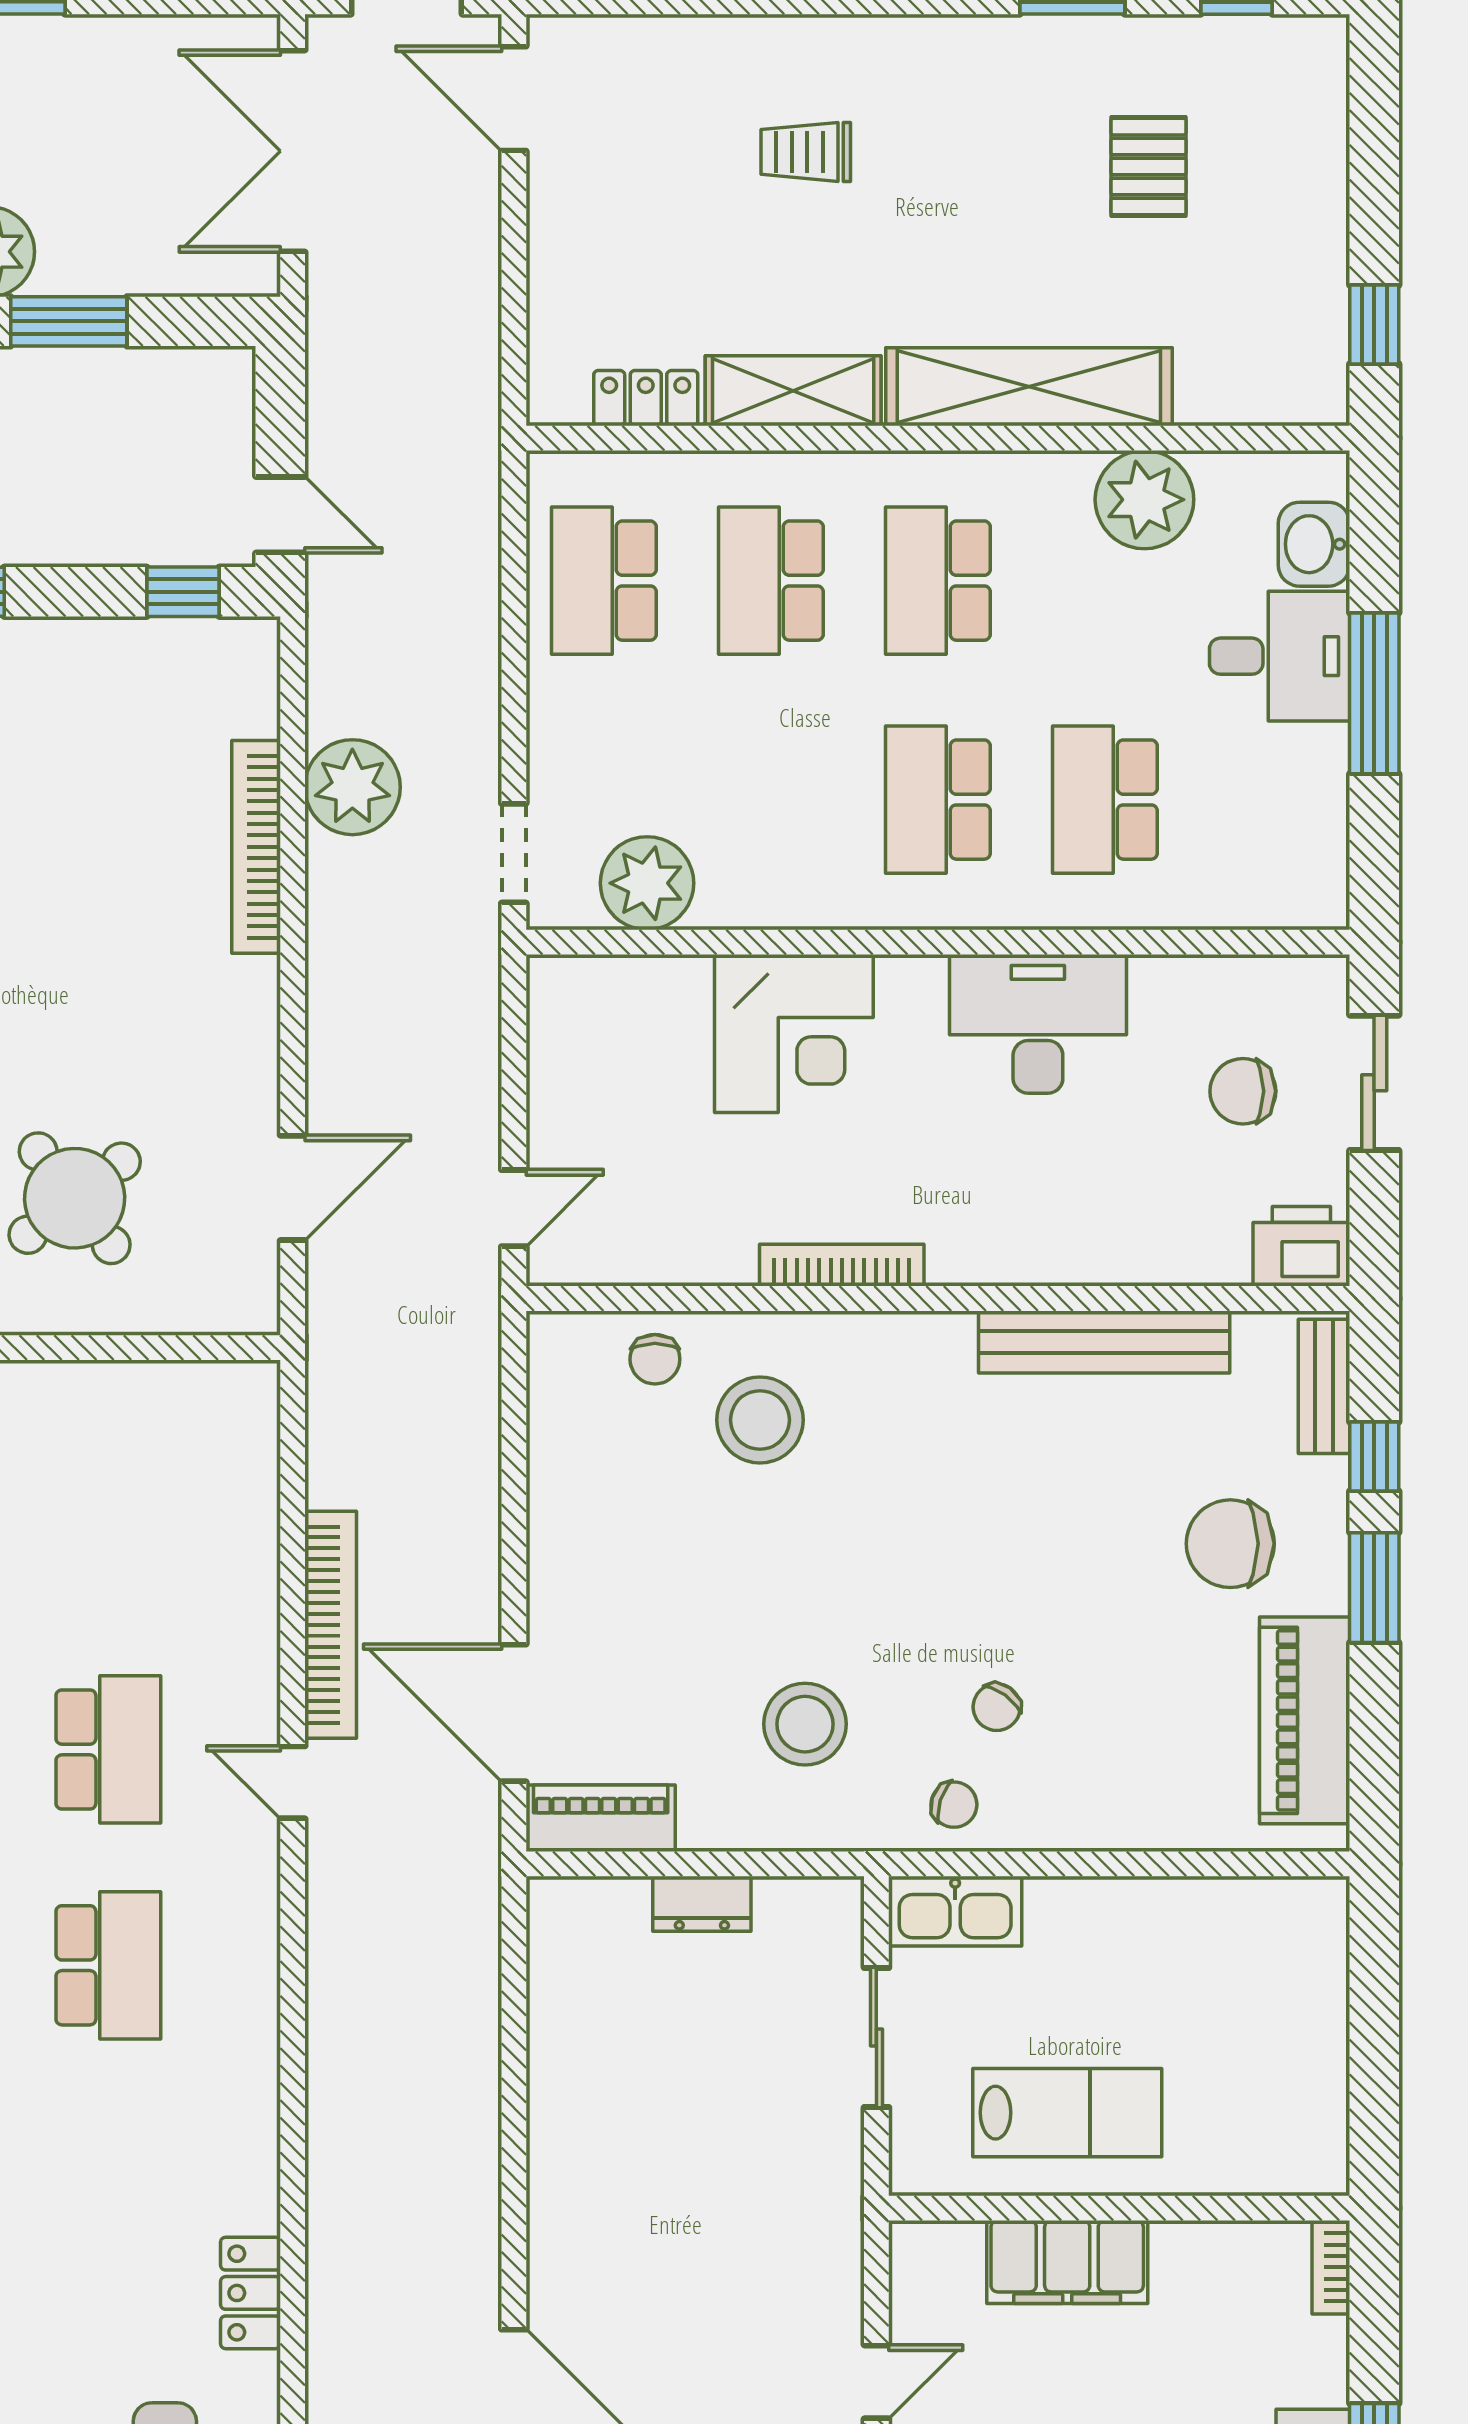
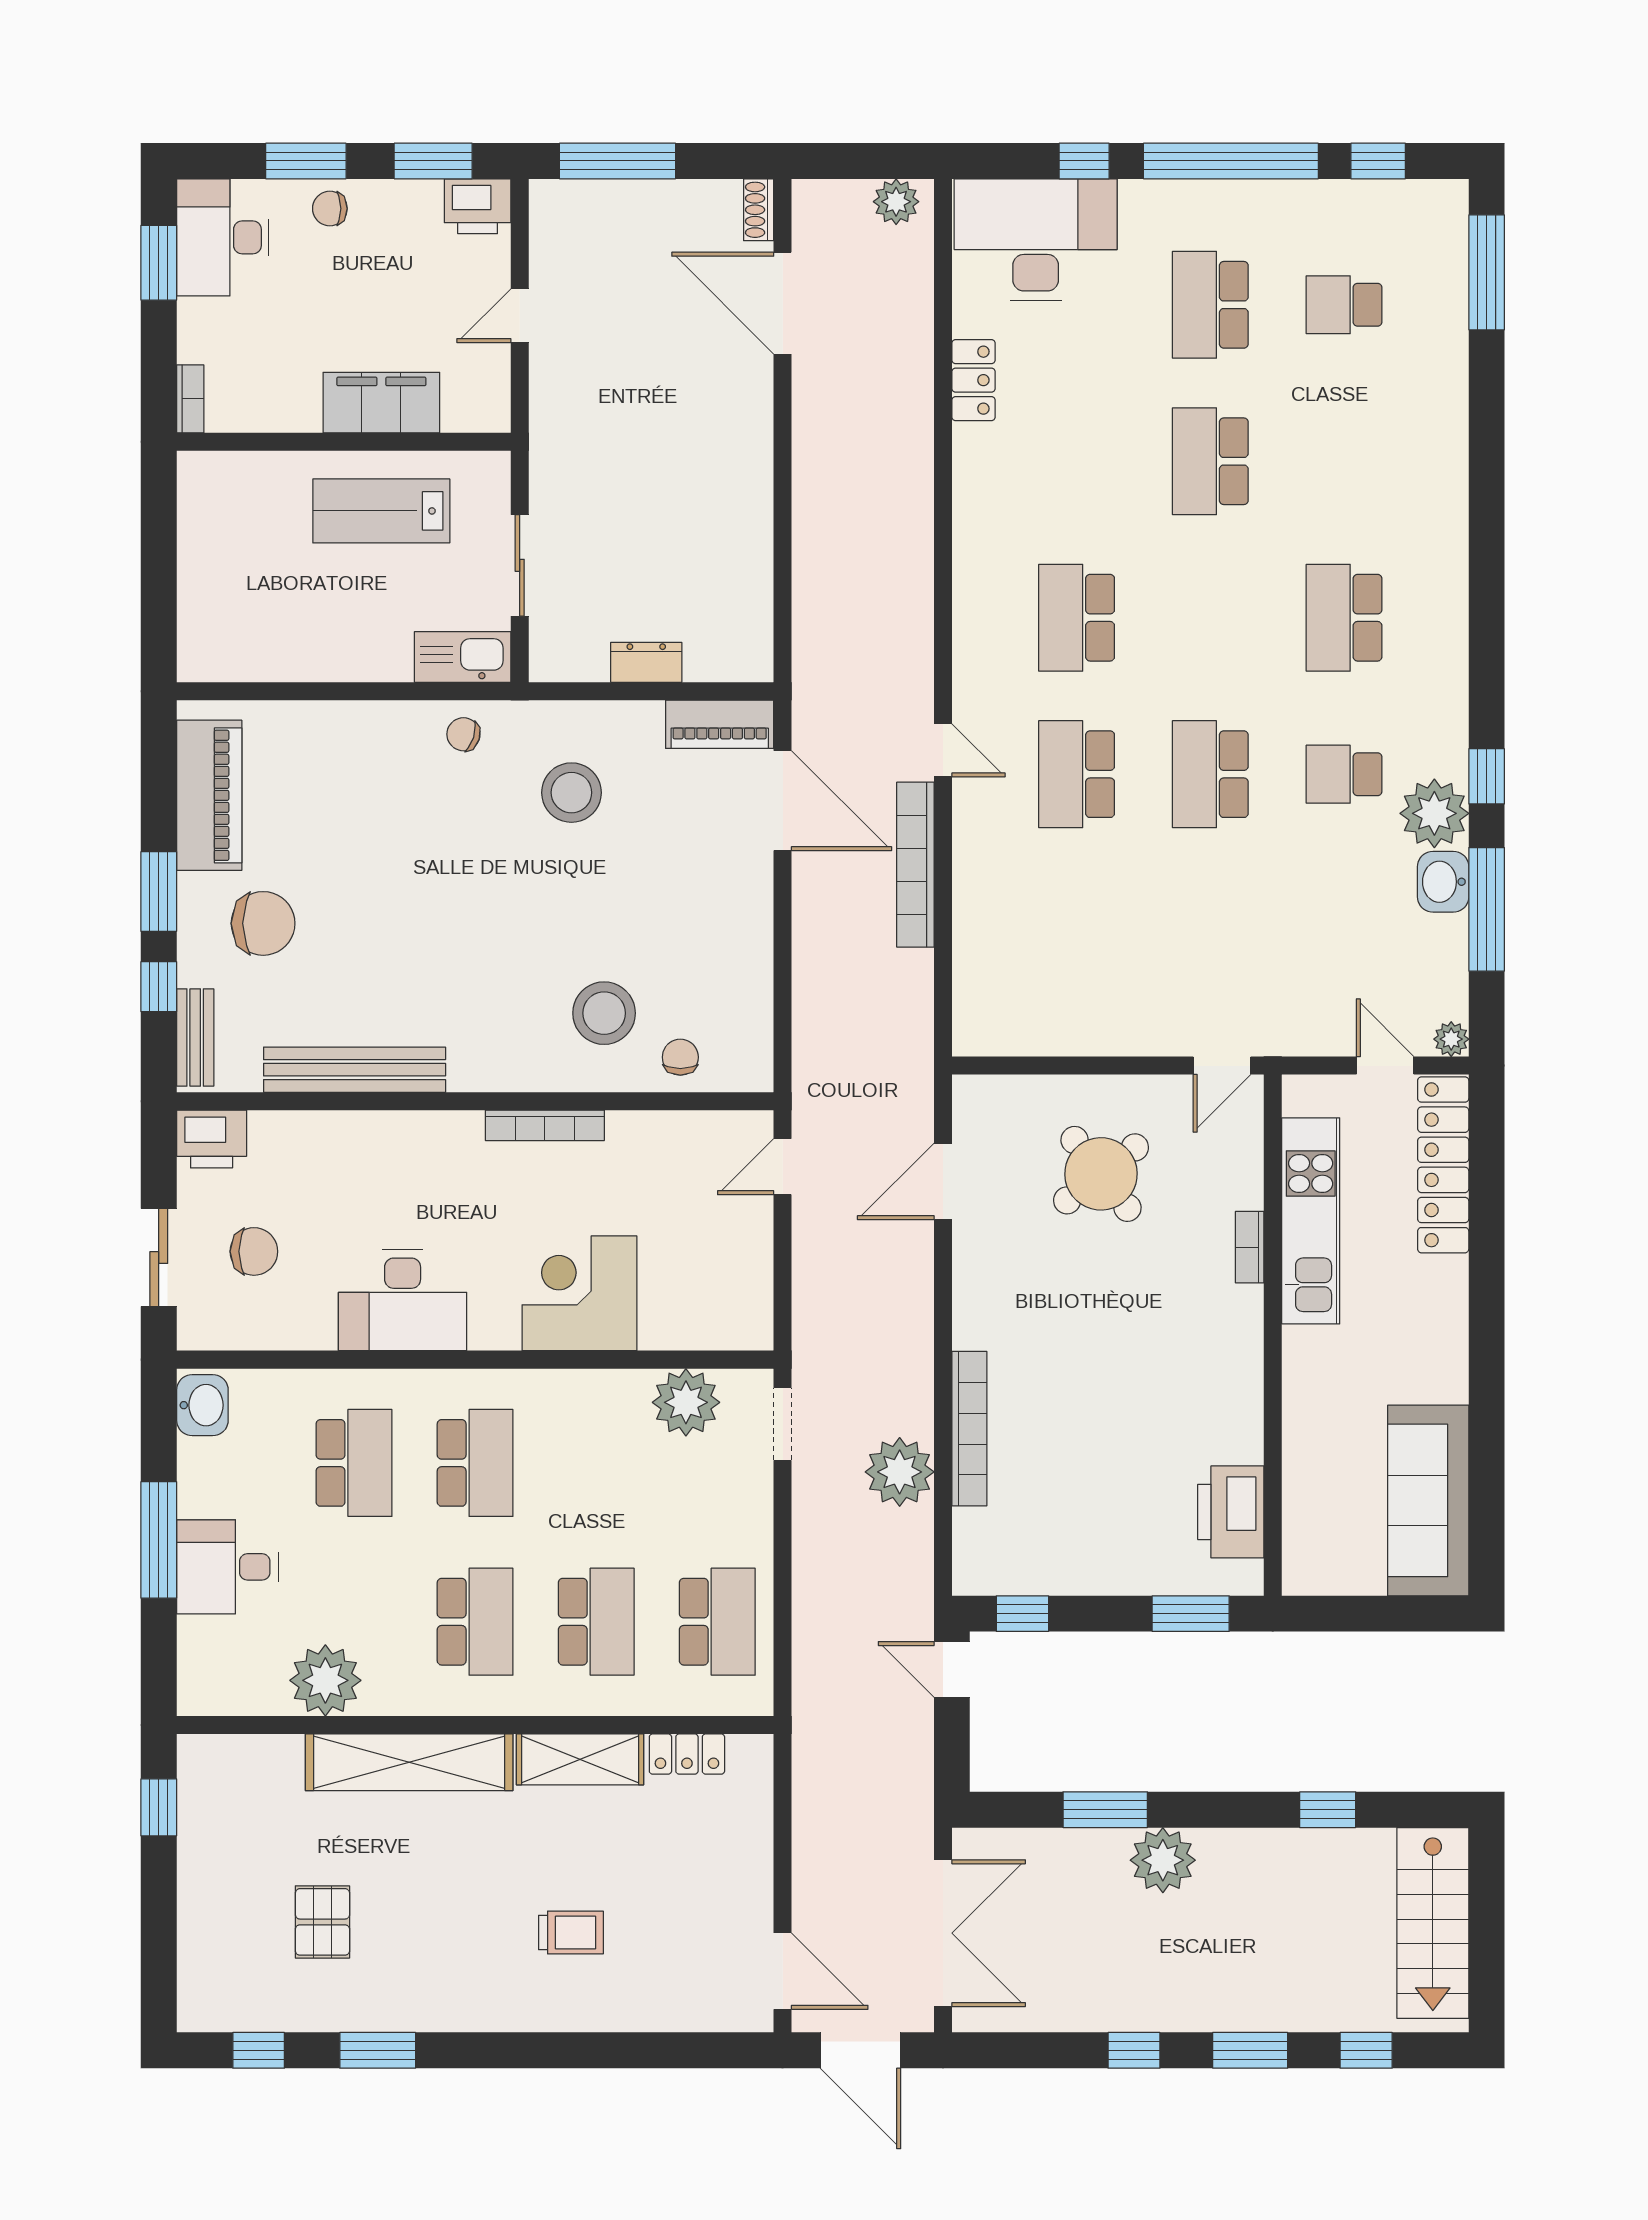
washbasin: (1314, 544) -> (202, 1405), moved
chair: (997, 1707) -> (433, 805), removed

